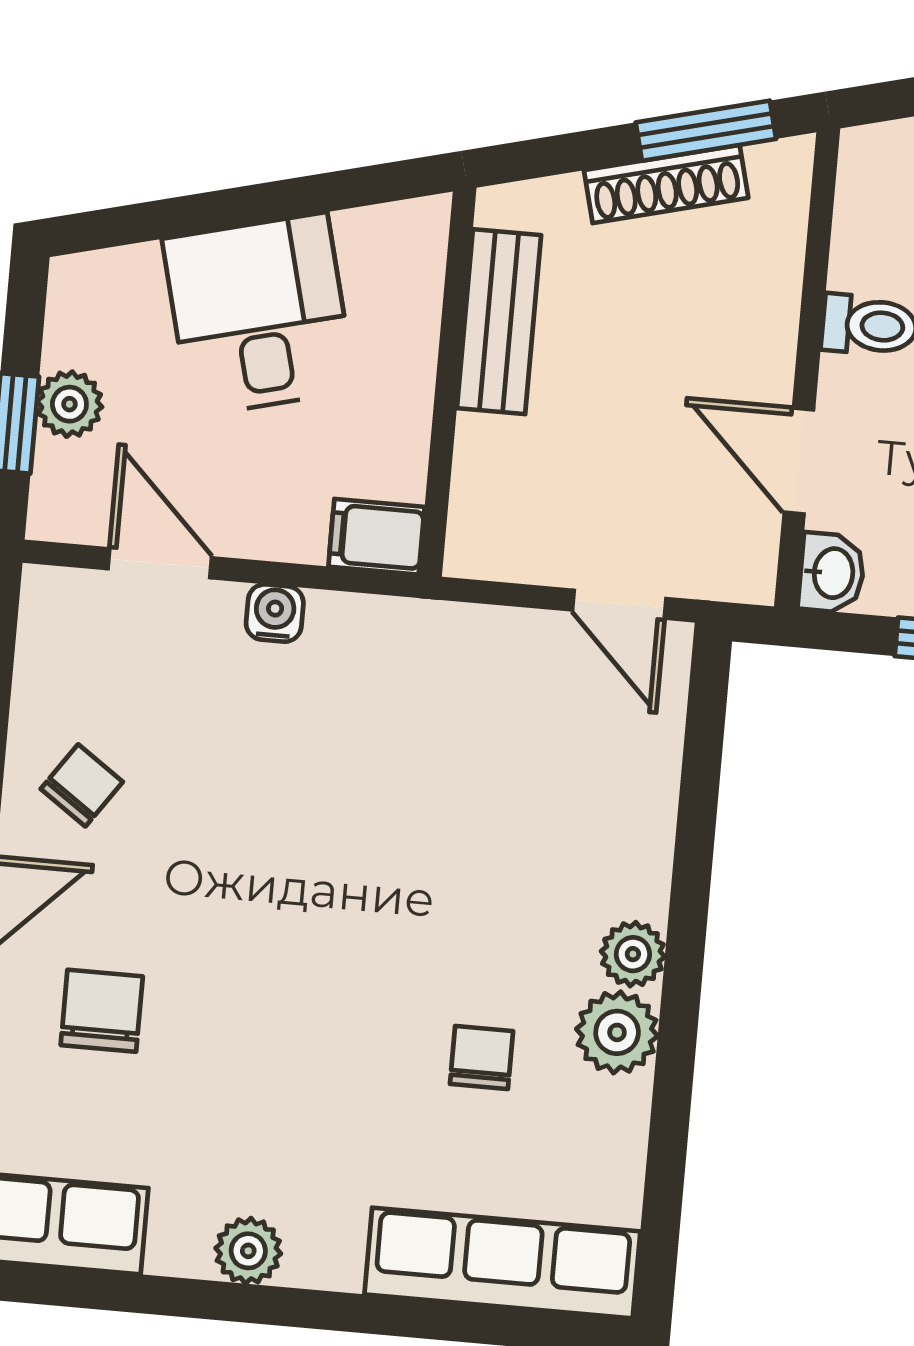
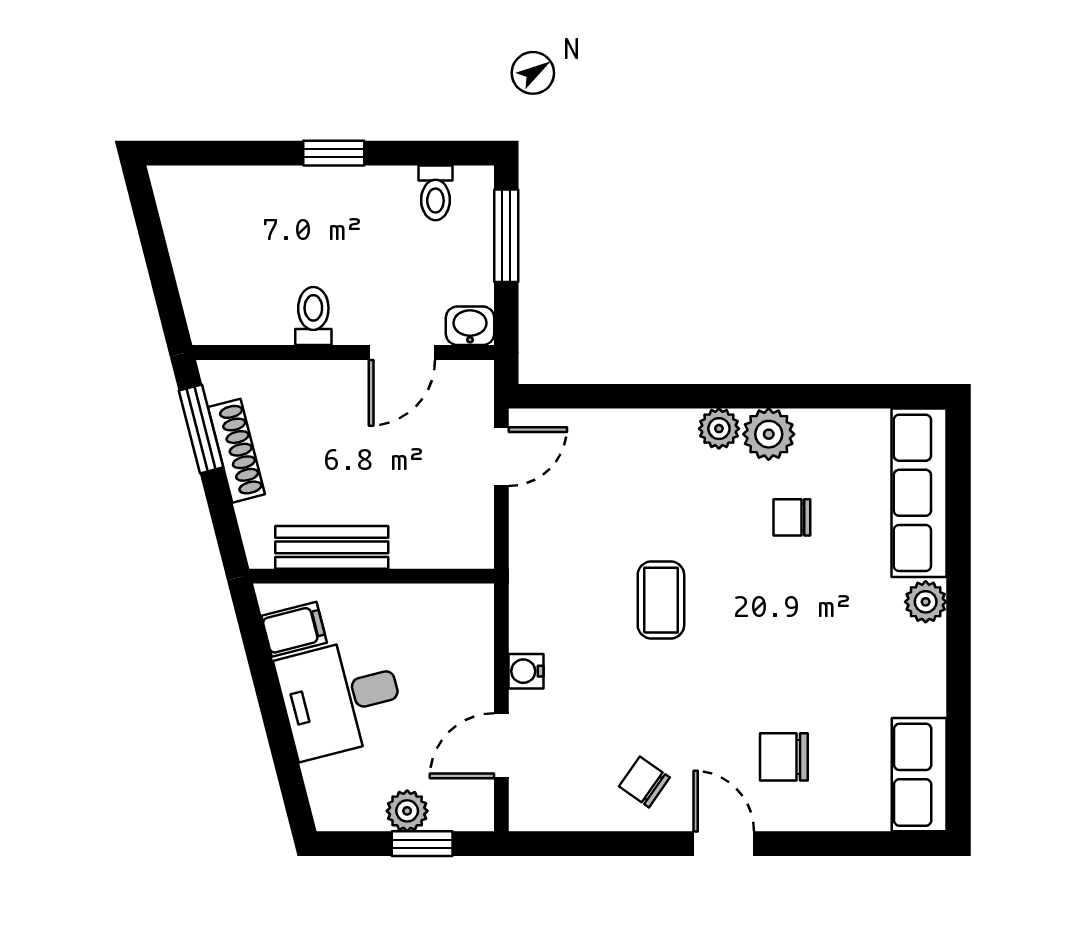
filing cabinet: (376, 537) -> (294, 629), moved, turned -104
coffee table: (369, 838) -> (661, 600), added
plant: (248, 1251) -> (926, 602), moved

